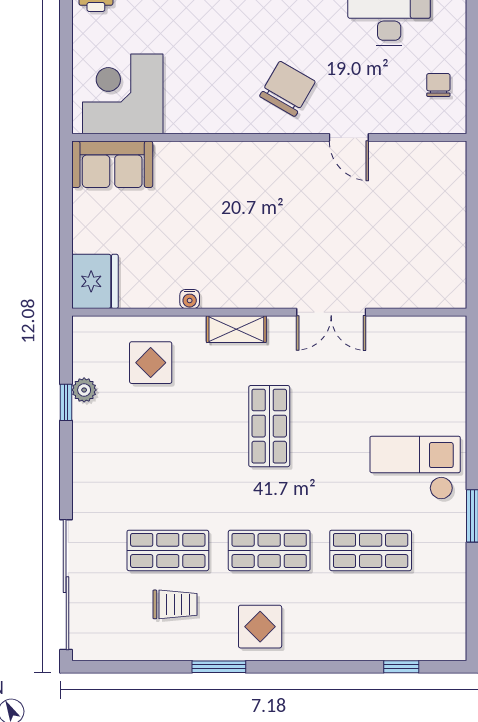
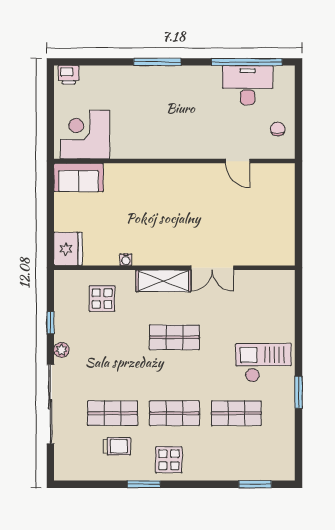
chair: (287, 89) -> (186, 131), removed
door: (349, 137) -> (237, 161), moved
shelving: (236, 329) -> (163, 281), width x1.50, depth x1.33
plant: (84, 390) -> (61, 350), moved
shop shelf: (269, 426) -> (174, 337), turned 90
sliding door: (66, 585) -> (50, 404), moved
window: (401, 667) -> (255, 484), width x1.50

